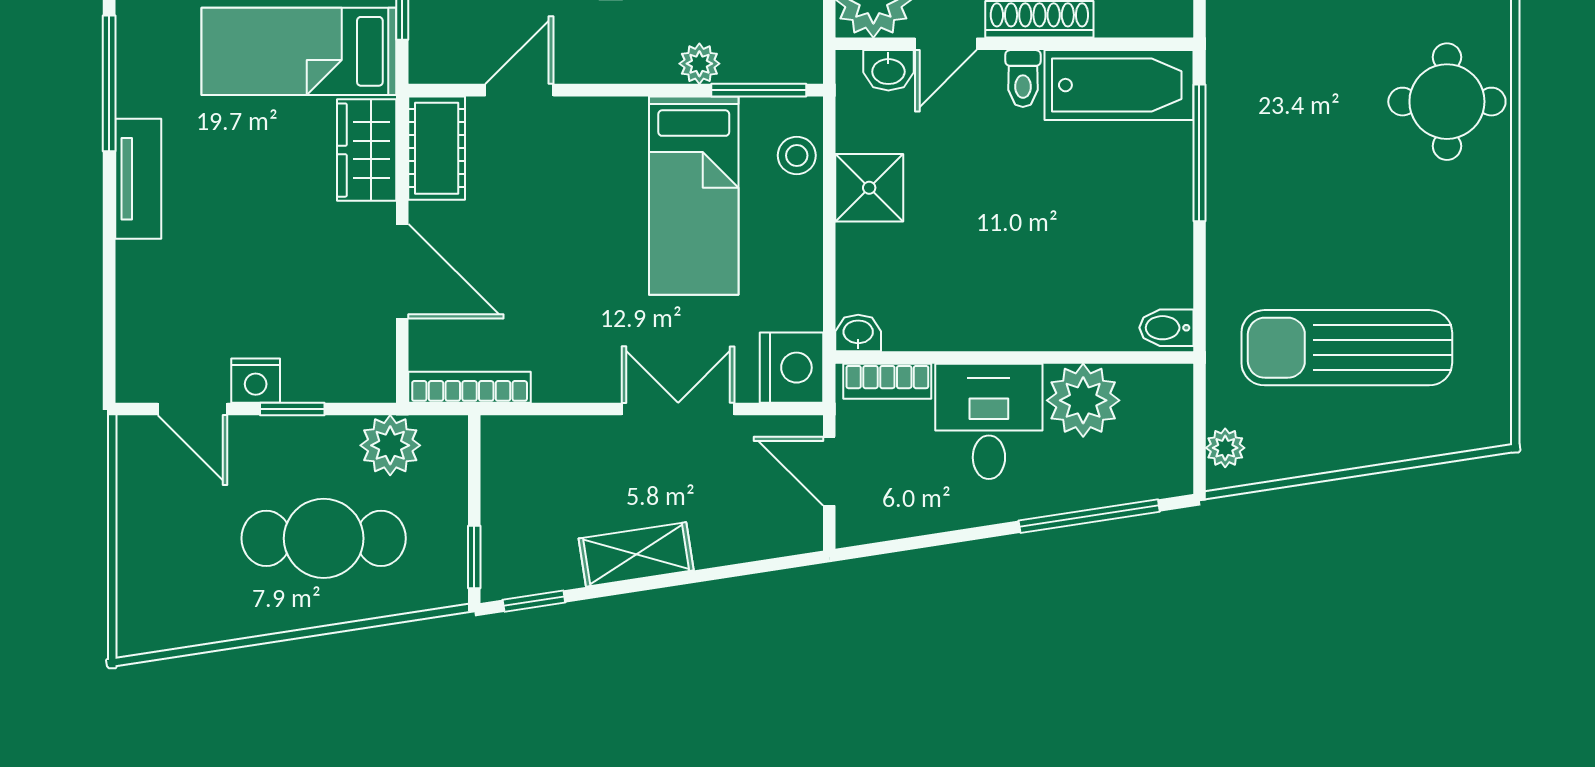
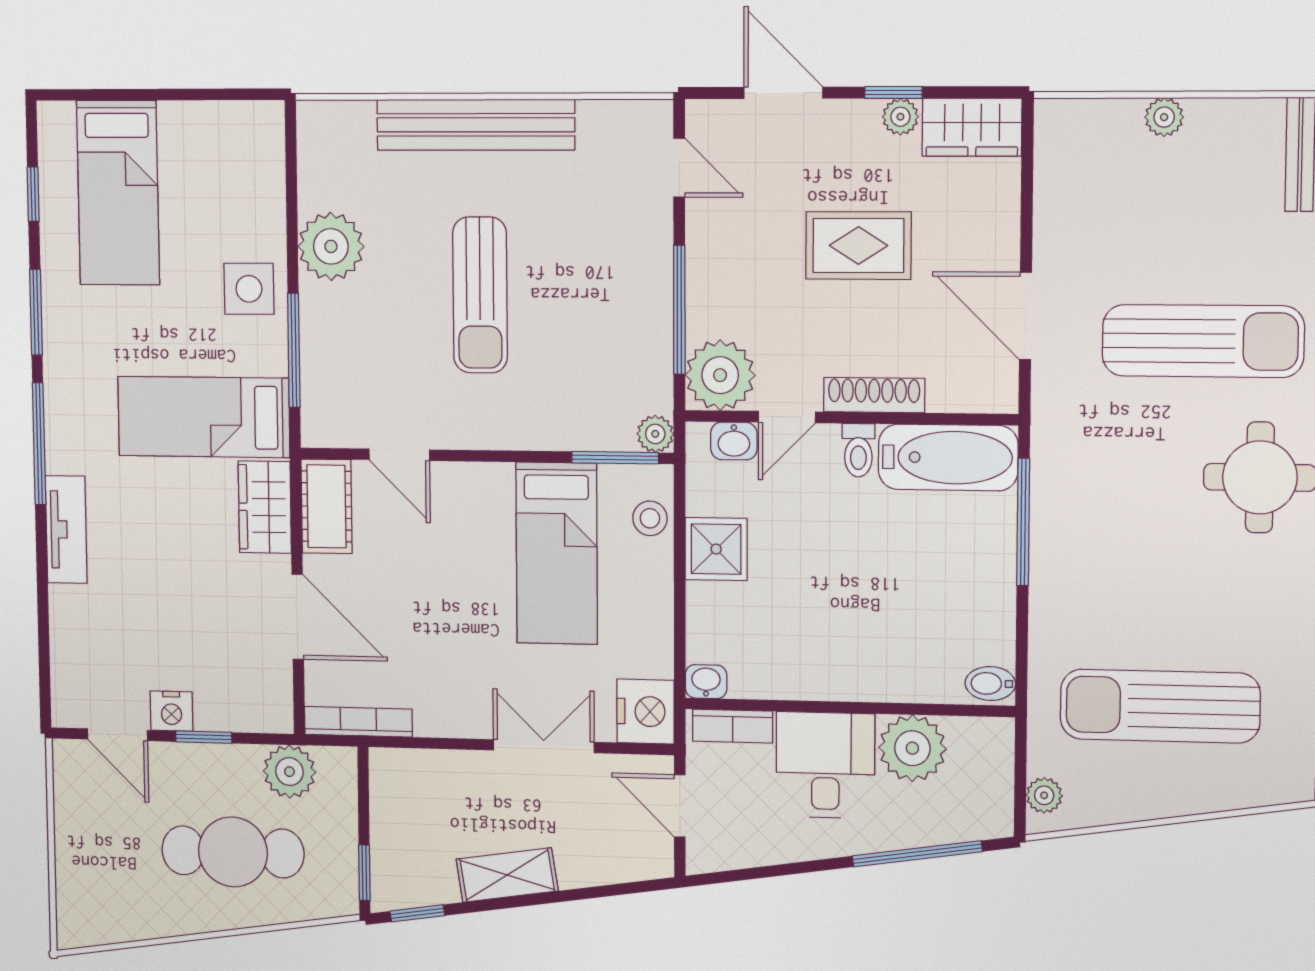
plant: (699, 64) -> (655, 434), moved
door: (519, 90) -> (399, 455), swing flipped

